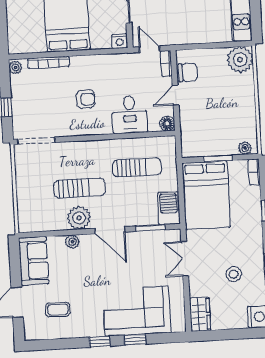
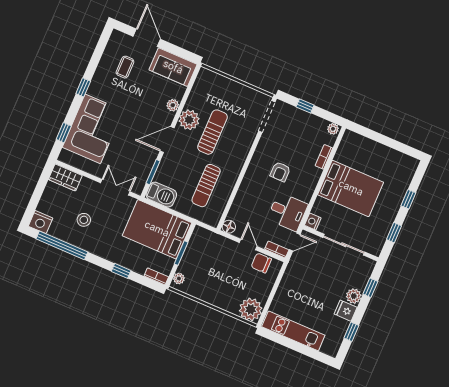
bookcase: (48, 62) -> (324, 157), width x0.64
chair: (188, 72) -> (261, 263), turned 90
desk: (130, 114) -> (287, 212), moved, turned 180
sun lounger: (80, 188) -> (213, 132), turned 180
window: (135, 340) -> (64, 133), moved

